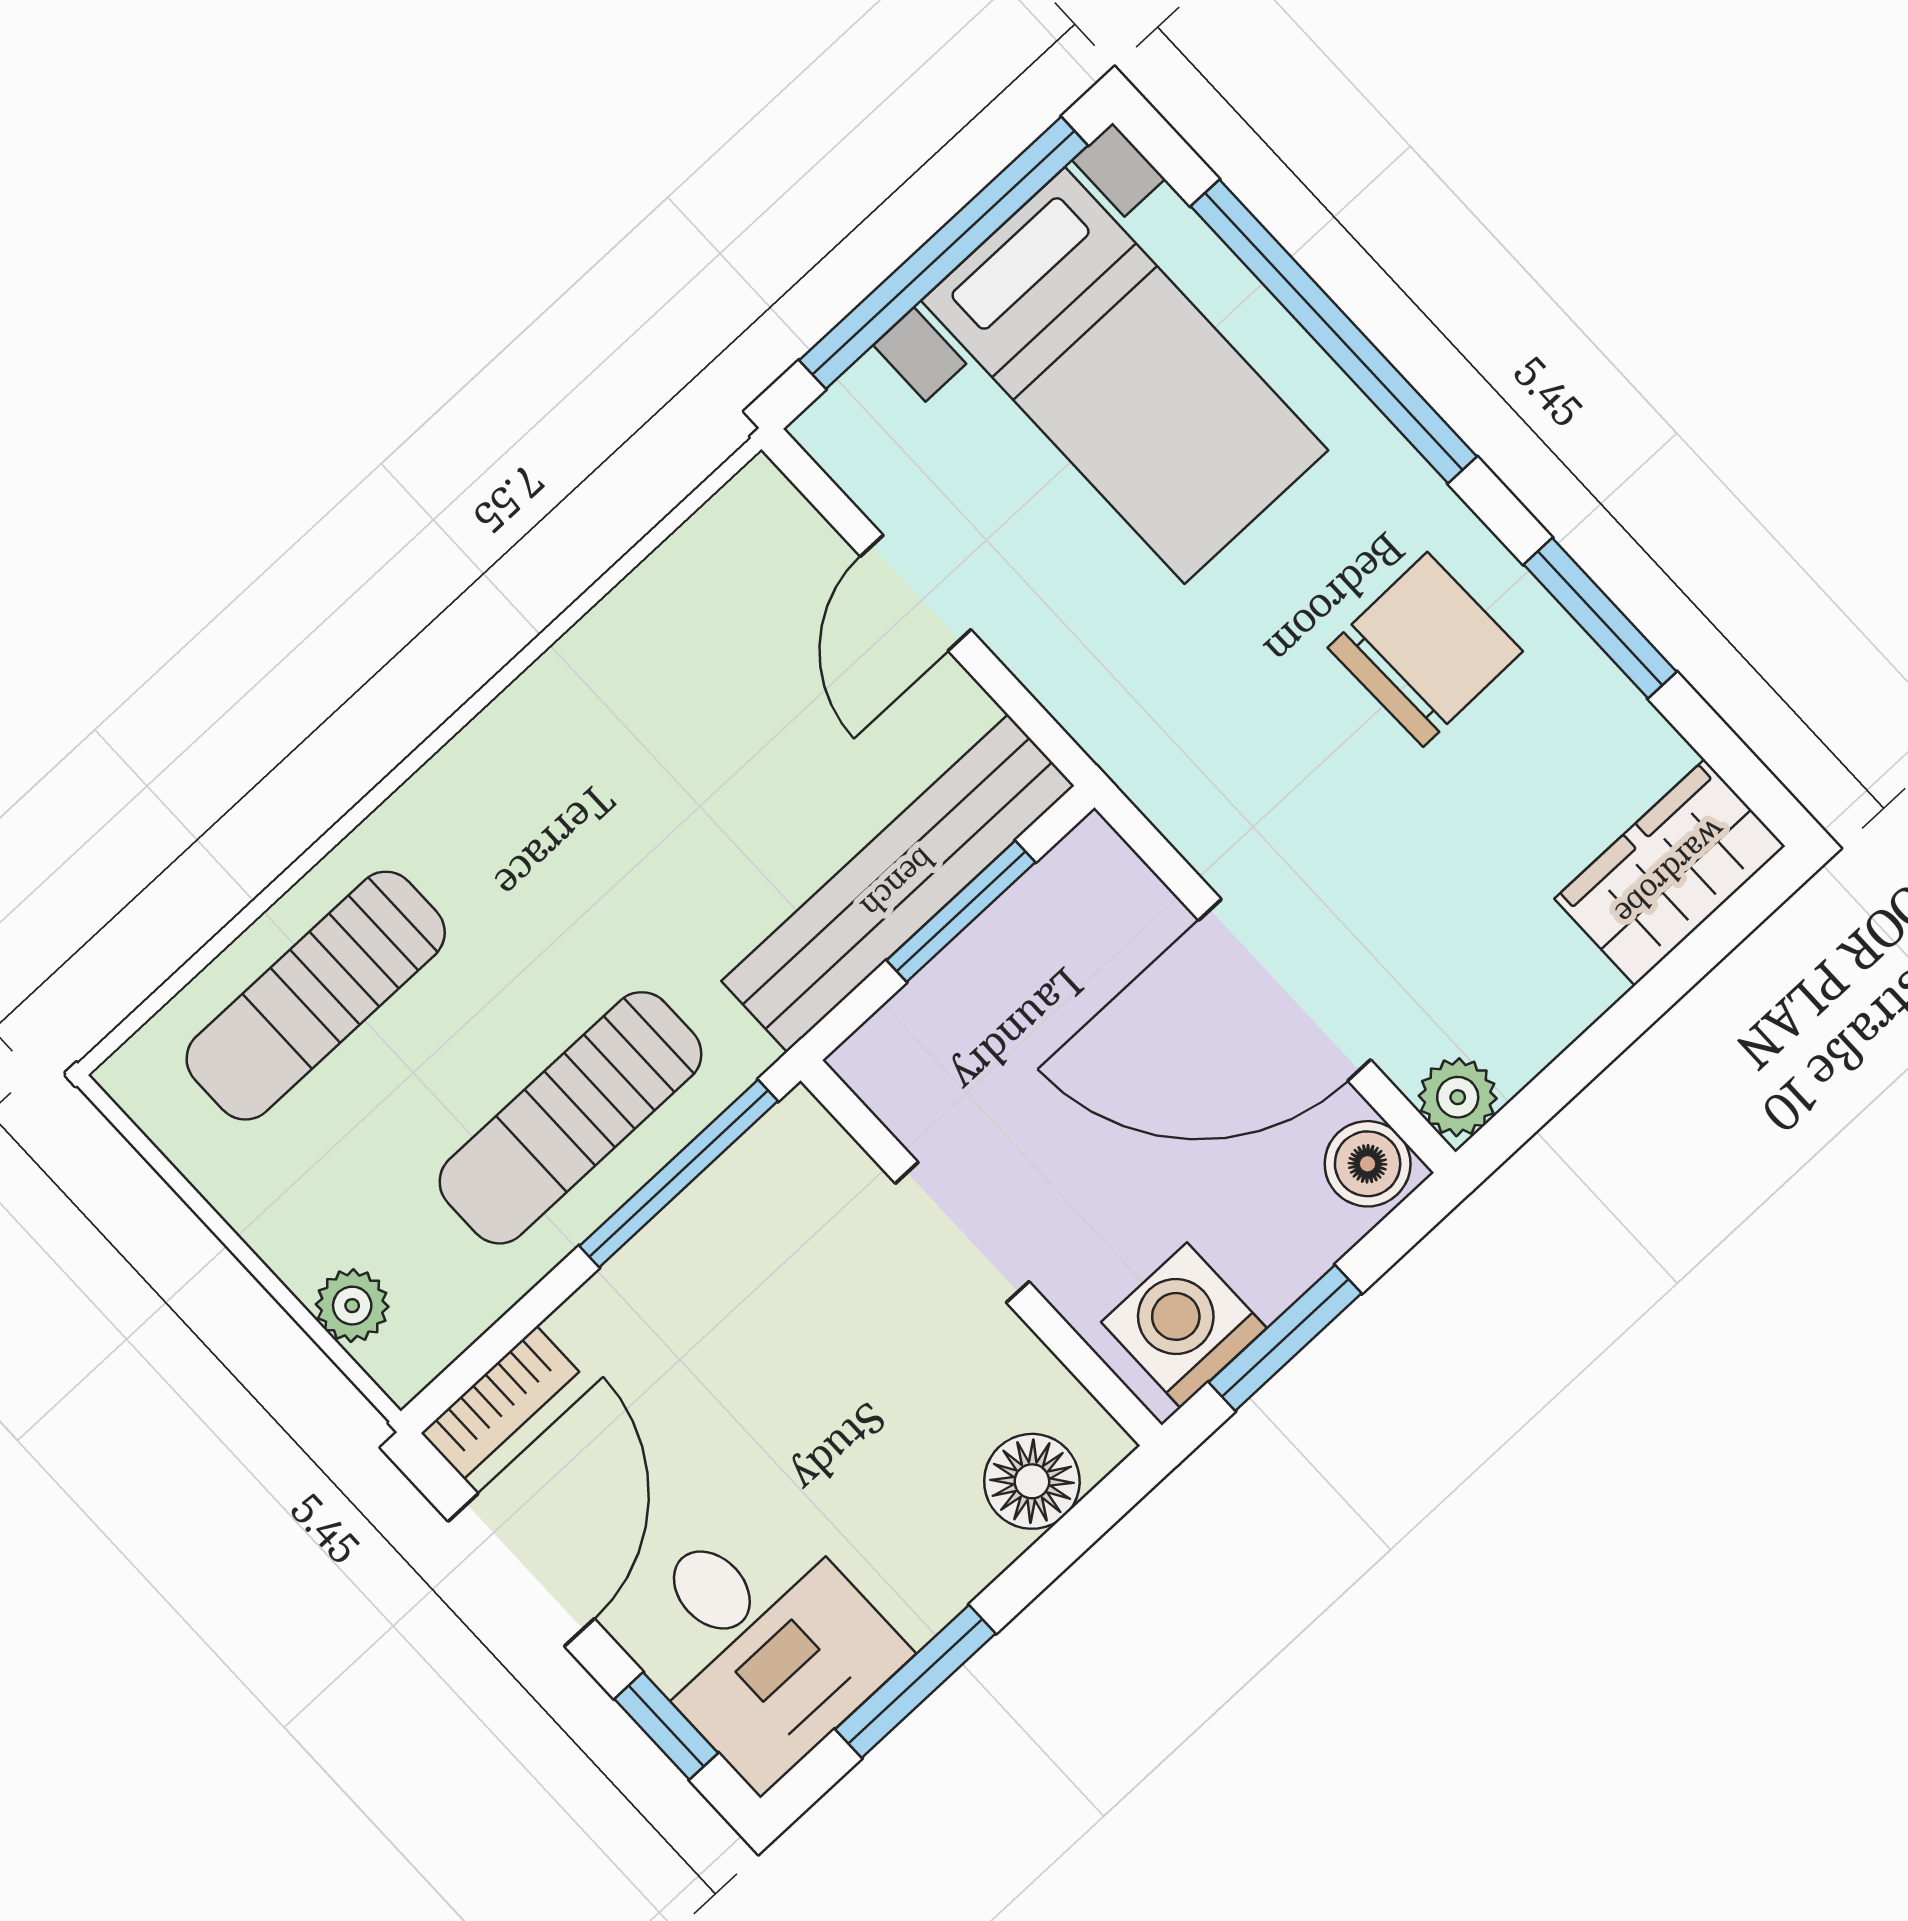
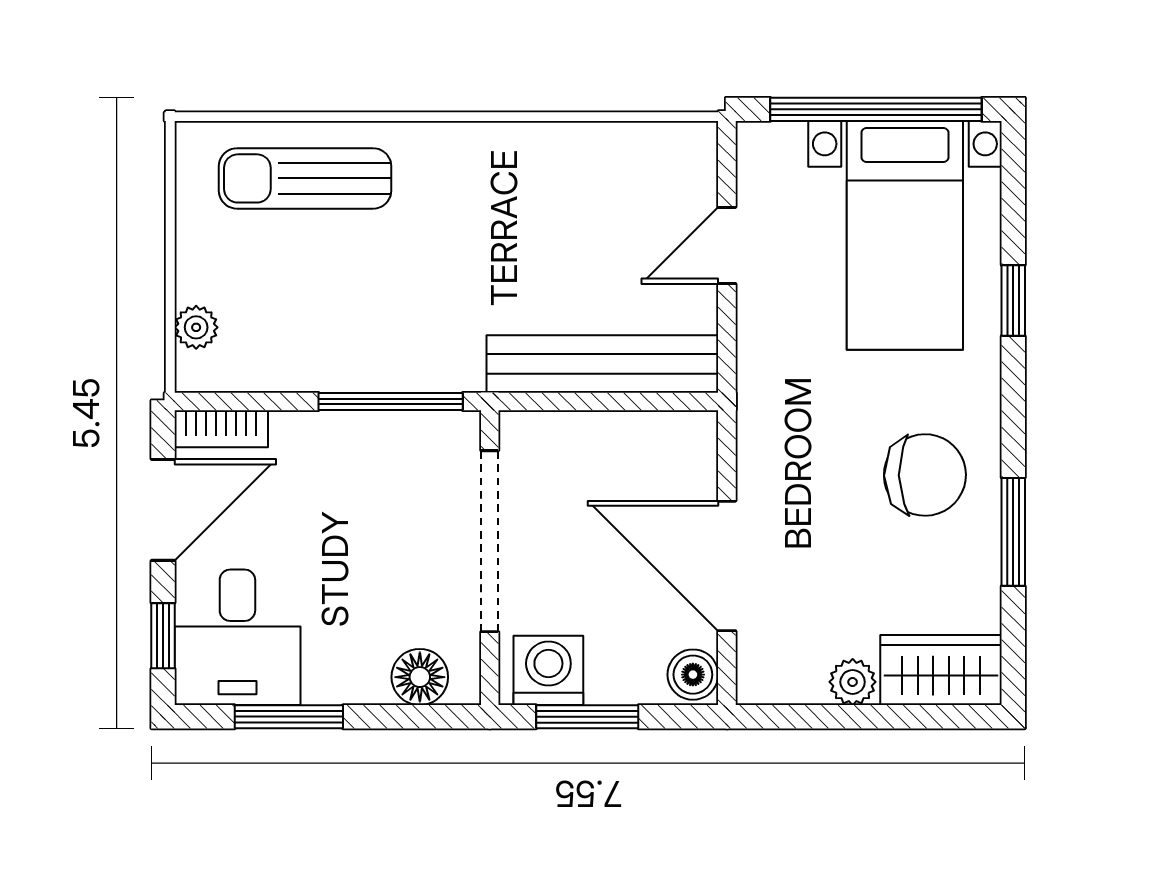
window: (1334, 331) -> (1013, 300), width x0.32
window: (961, 911) -> (618, 402), removed
plant: (1458, 1097) -> (853, 682), moved
sun lounger: (570, 1118) -> (366, 334), removed
doorway: (962, 1232) -> (490, 541), width x1.87

